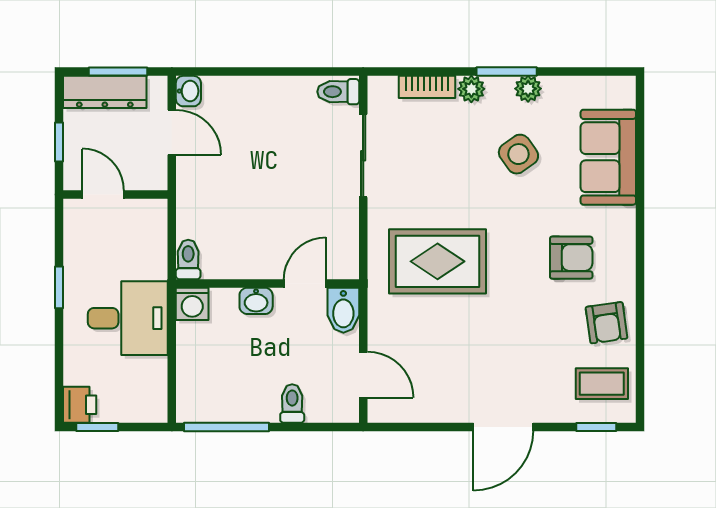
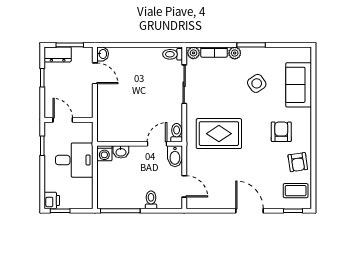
plant: (528, 89) -> (193, 53), moved
dresser: (105, 92) -> (58, 54), width x0.70
door: (103, 195) -> (63, 120), moved
wall: (115, 195) -> (69, 120), moved
armchair: (571, 258) -> (281, 132), turned -90
toilet: (188, 259) -> (177, 133), moved
washbasin: (256, 301) -> (121, 152), moved
door: (503, 427) -> (250, 211), swing flipped

